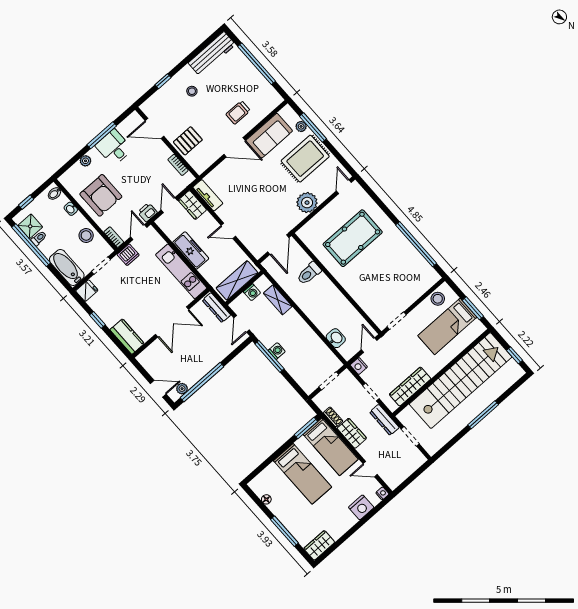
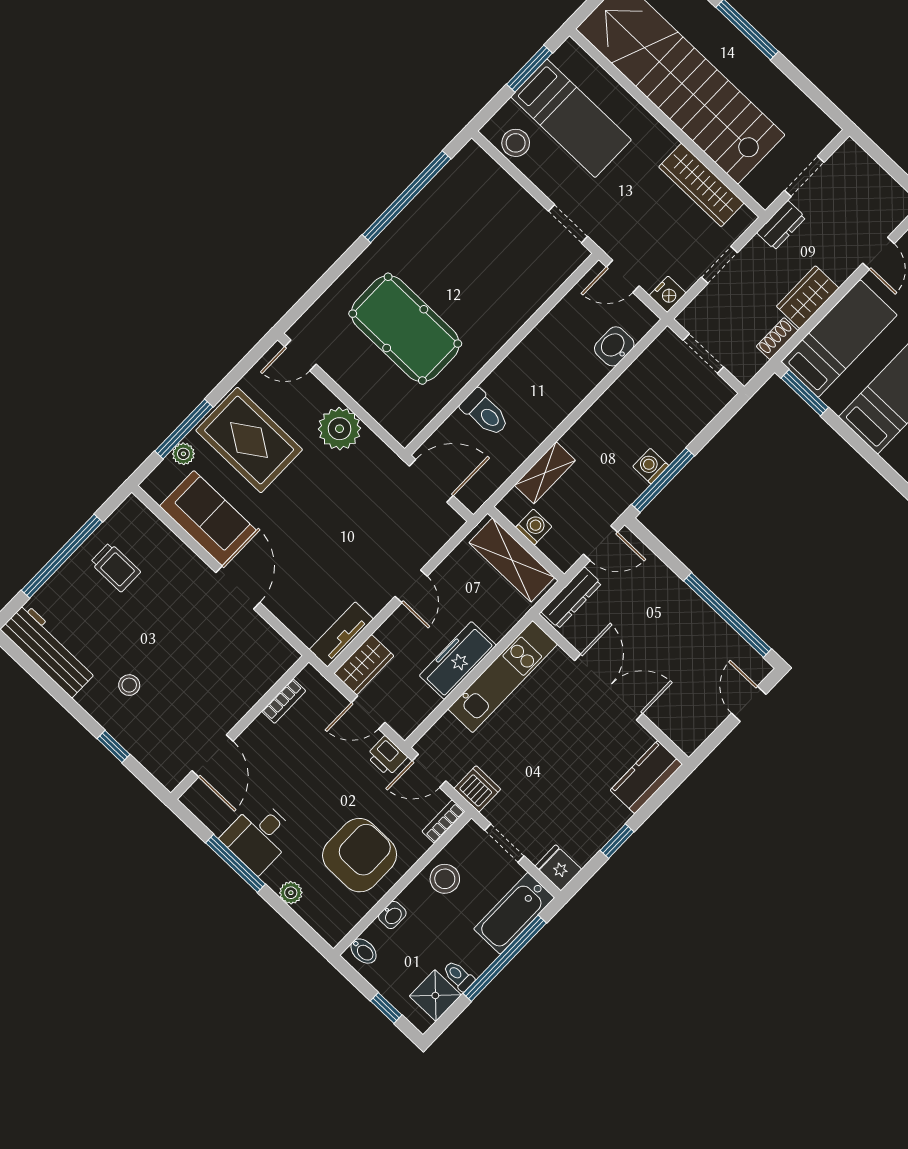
trolley: (238, 113) -> (115, 567), moved
pallet: (188, 141) -> (232, 685), removed
window: (31, 245) -> (505, 958), moved
plant: (182, 389) -> (744, 655), removed
dresser: (384, 420) -> (781, 225), width x0.70

